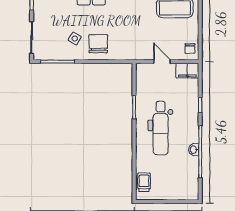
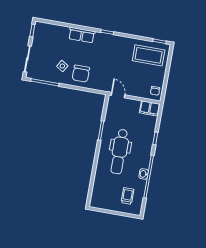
chair: (98, 44) -> (81, 74), turned 180
door: (162, 62) -> (118, 95), moved
trolley: (144, 182) -> (128, 196), moved

